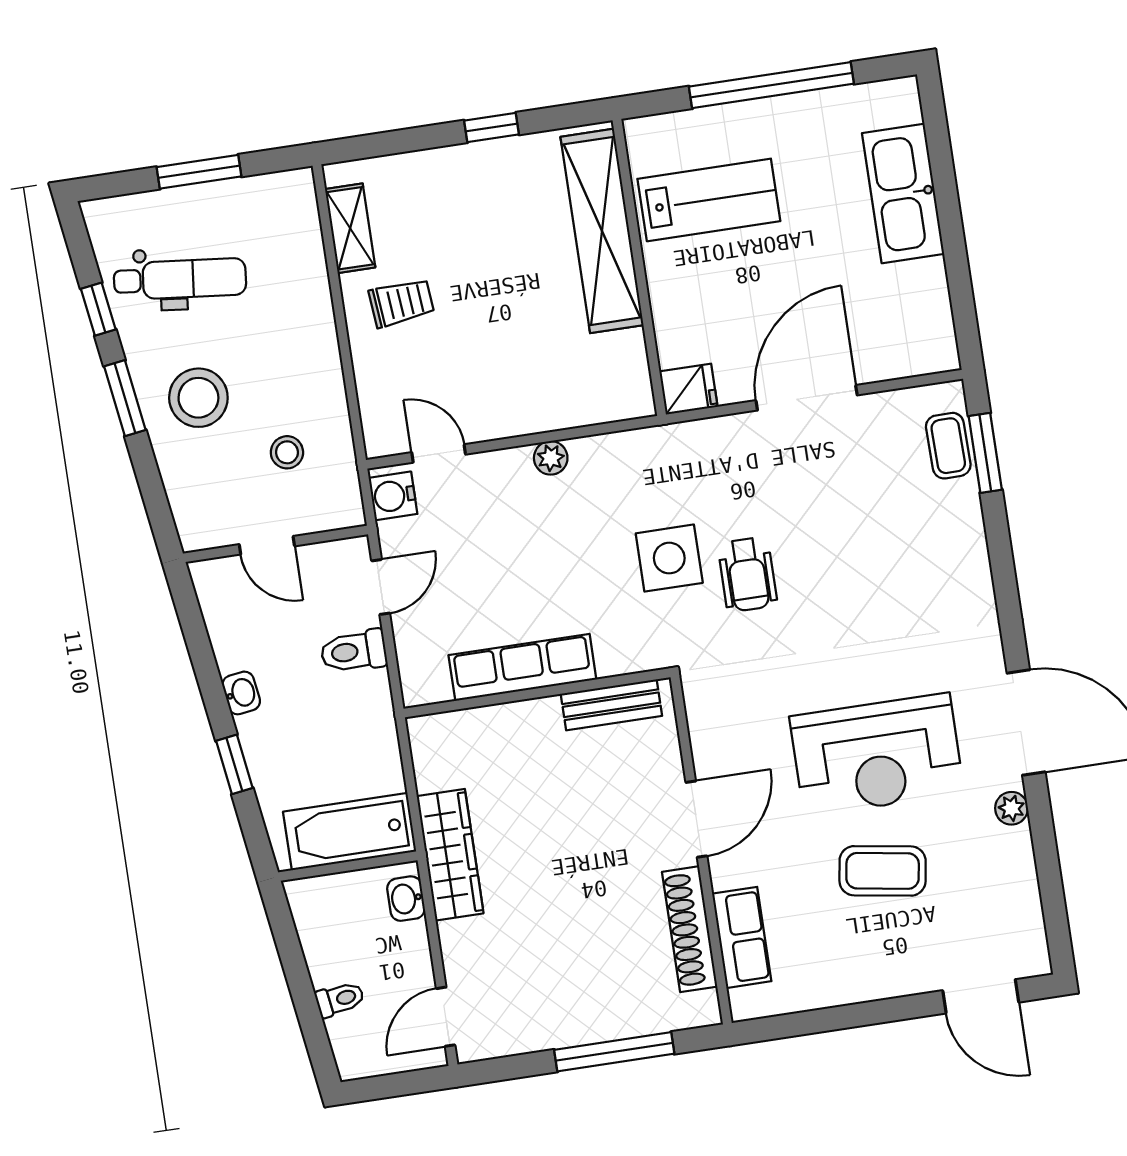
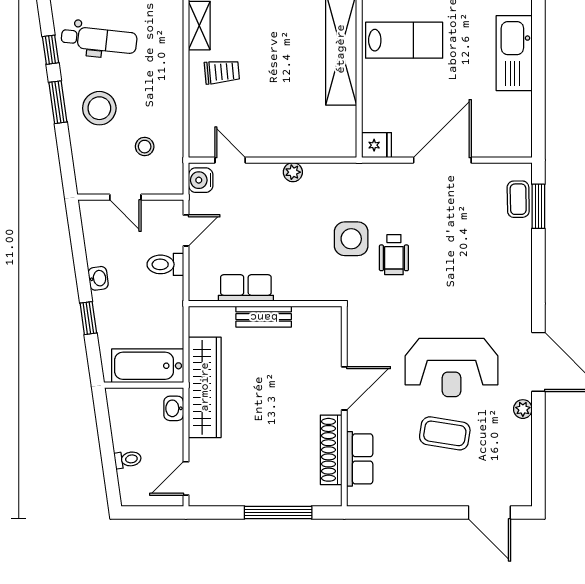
row of seats: (522, 667) -> (246, 288), width x0.68
bench: (611, 705) -> (264, 317), moved
wardrobe: (450, 855) -> (205, 387), width x1.40, depth x1.17

